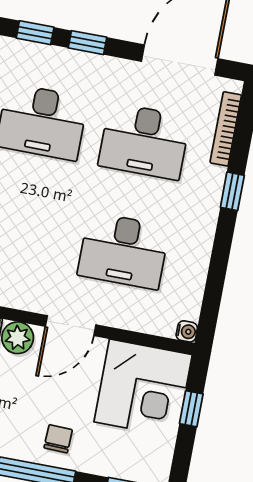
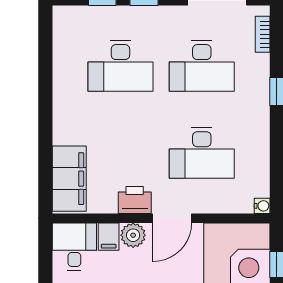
bookcase: (226, 129) -> (263, 34), width x0.64
printer: (28, 294) -> (135, 200), added

